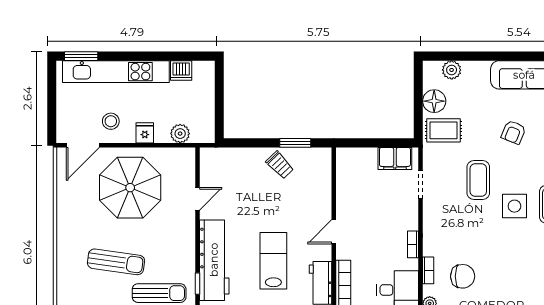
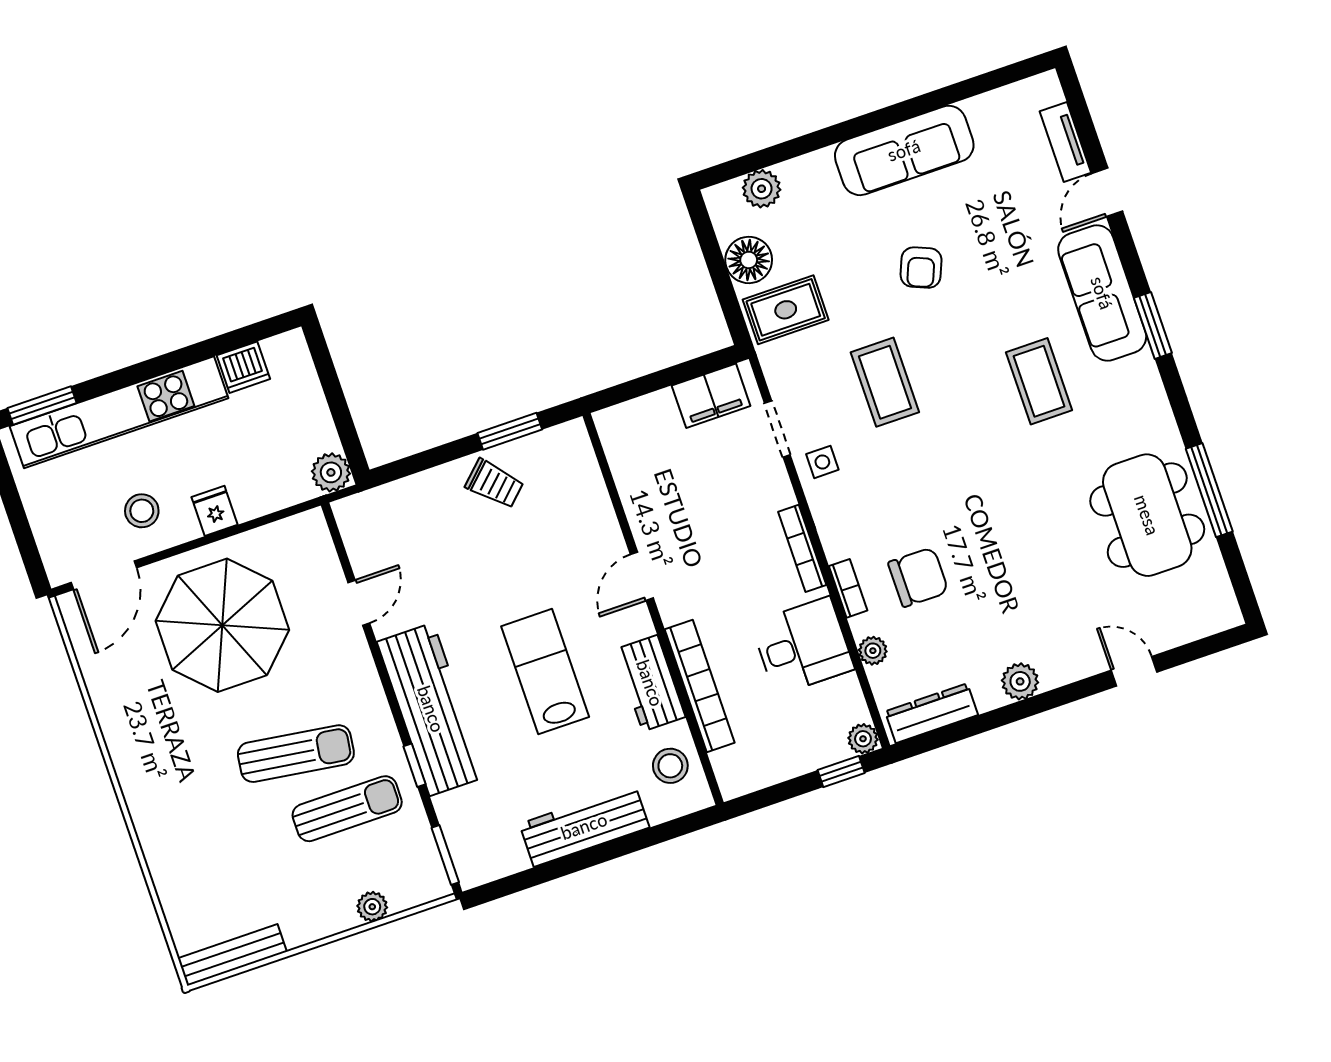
plant: (180, 134) -> (331, 472), moved
side table: (514, 206) -> (822, 462), moved, width x0.54, depth x0.54
bookcase: (413, 244) -> (802, 548), width x1.56
sun lounger: (116, 262) -> (296, 754), moved

